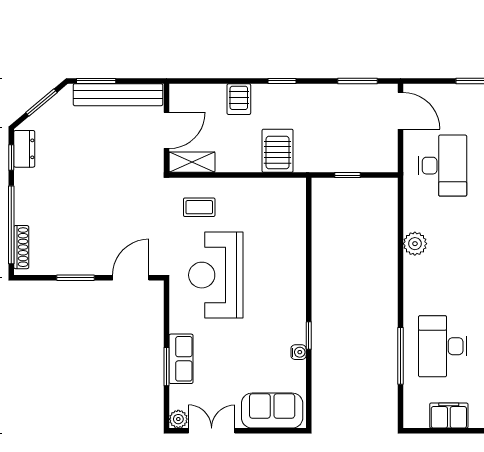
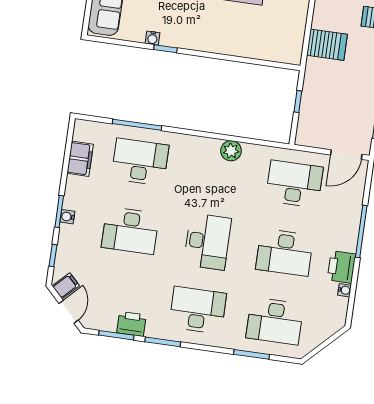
desk: (443, 166) -> (294, 184), turned 180

